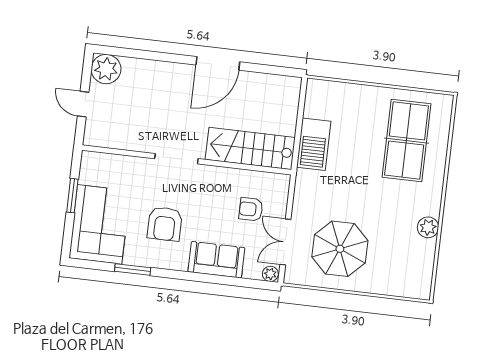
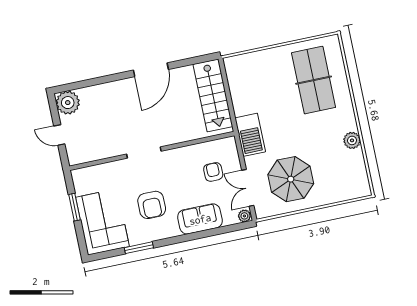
barbecue: (314, 144) -> (250, 135), moved
stairs: (250, 148) -> (213, 95), moved, turned -90
armchair: (251, 209) -> (213, 172), turned 90

